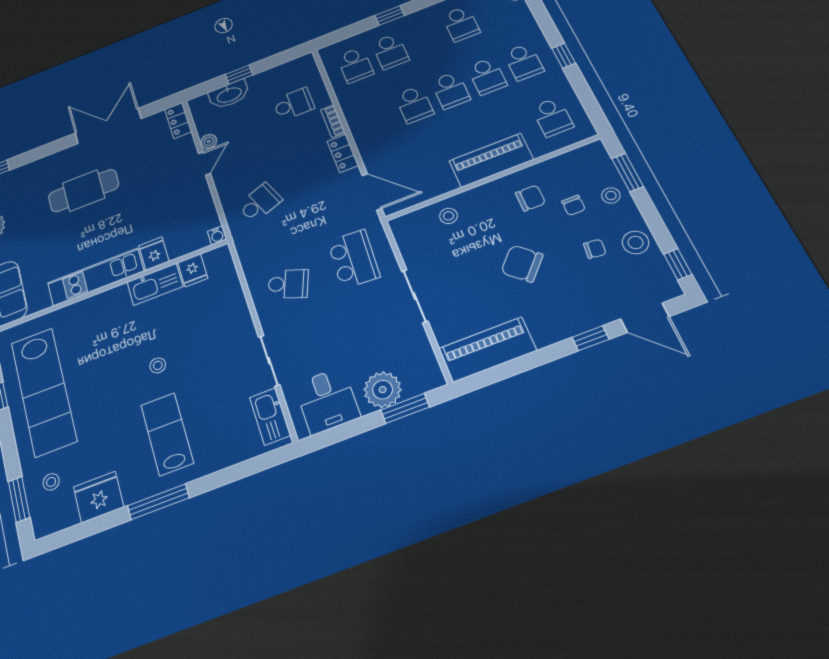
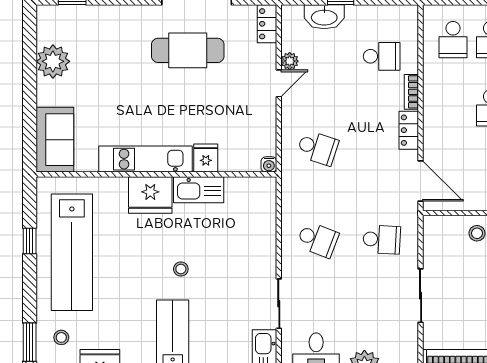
cafe table: (84, 191) -> (188, 50), moved
school desk: (260, 203) -> (318, 148), turned 39
school desk: (353, 259) -> (382, 240), width x0.54
fridge: (193, 270) -> (150, 195), moved, width x1.88, depth x1.34

